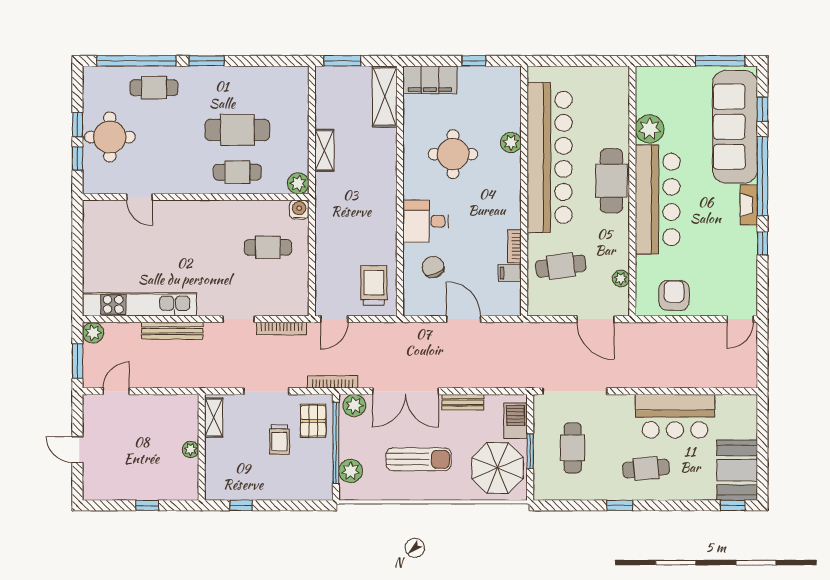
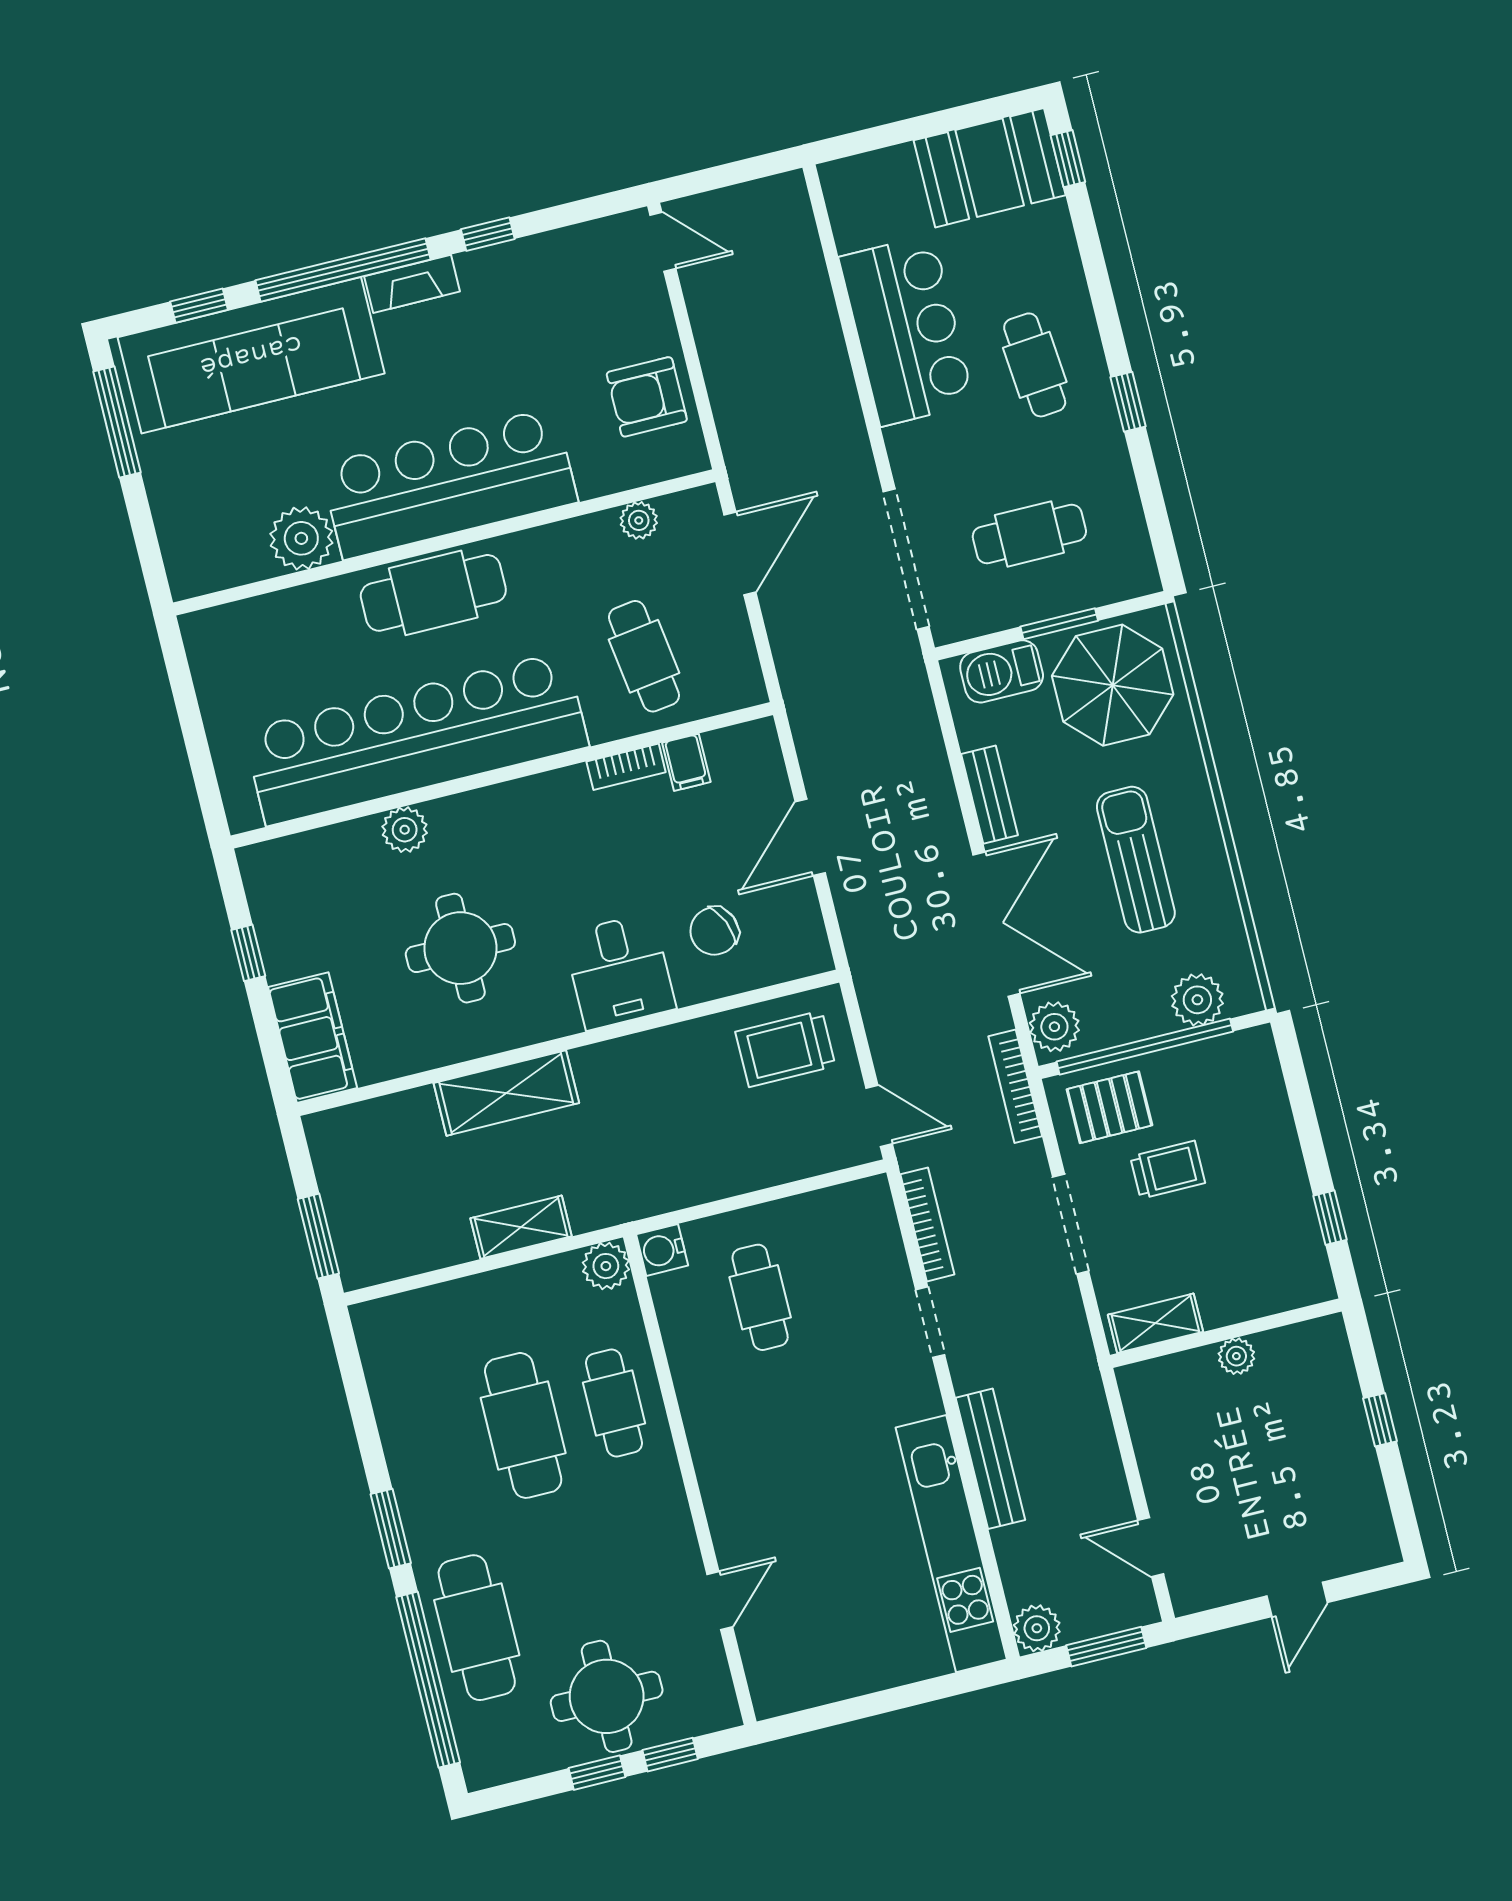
cafe table: (154, 88) -> (477, 1628), width x1.37, depth x1.35
shelving: (385, 97) -> (506, 1093), moved

